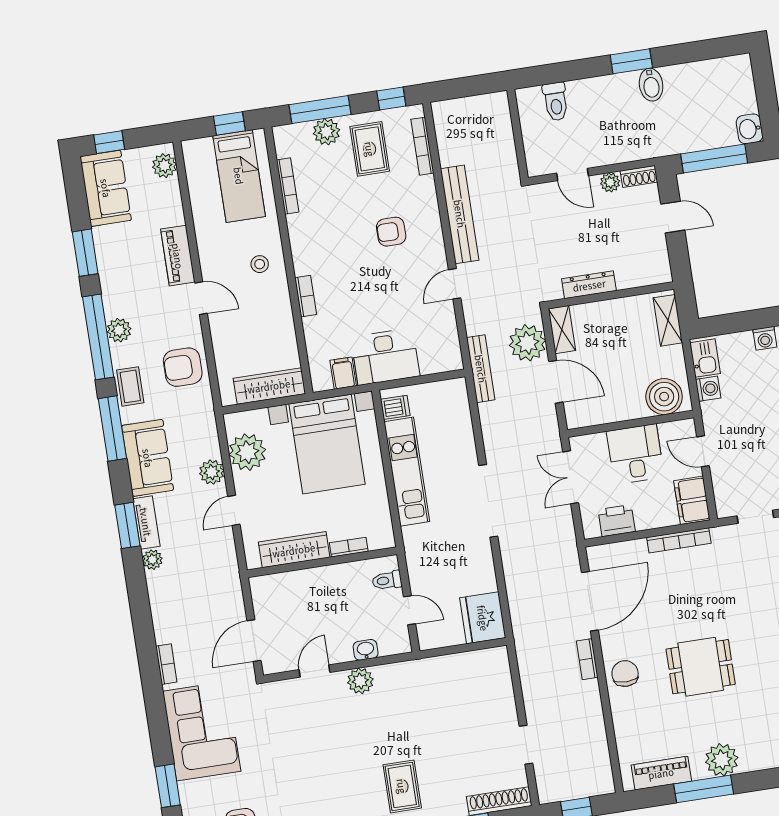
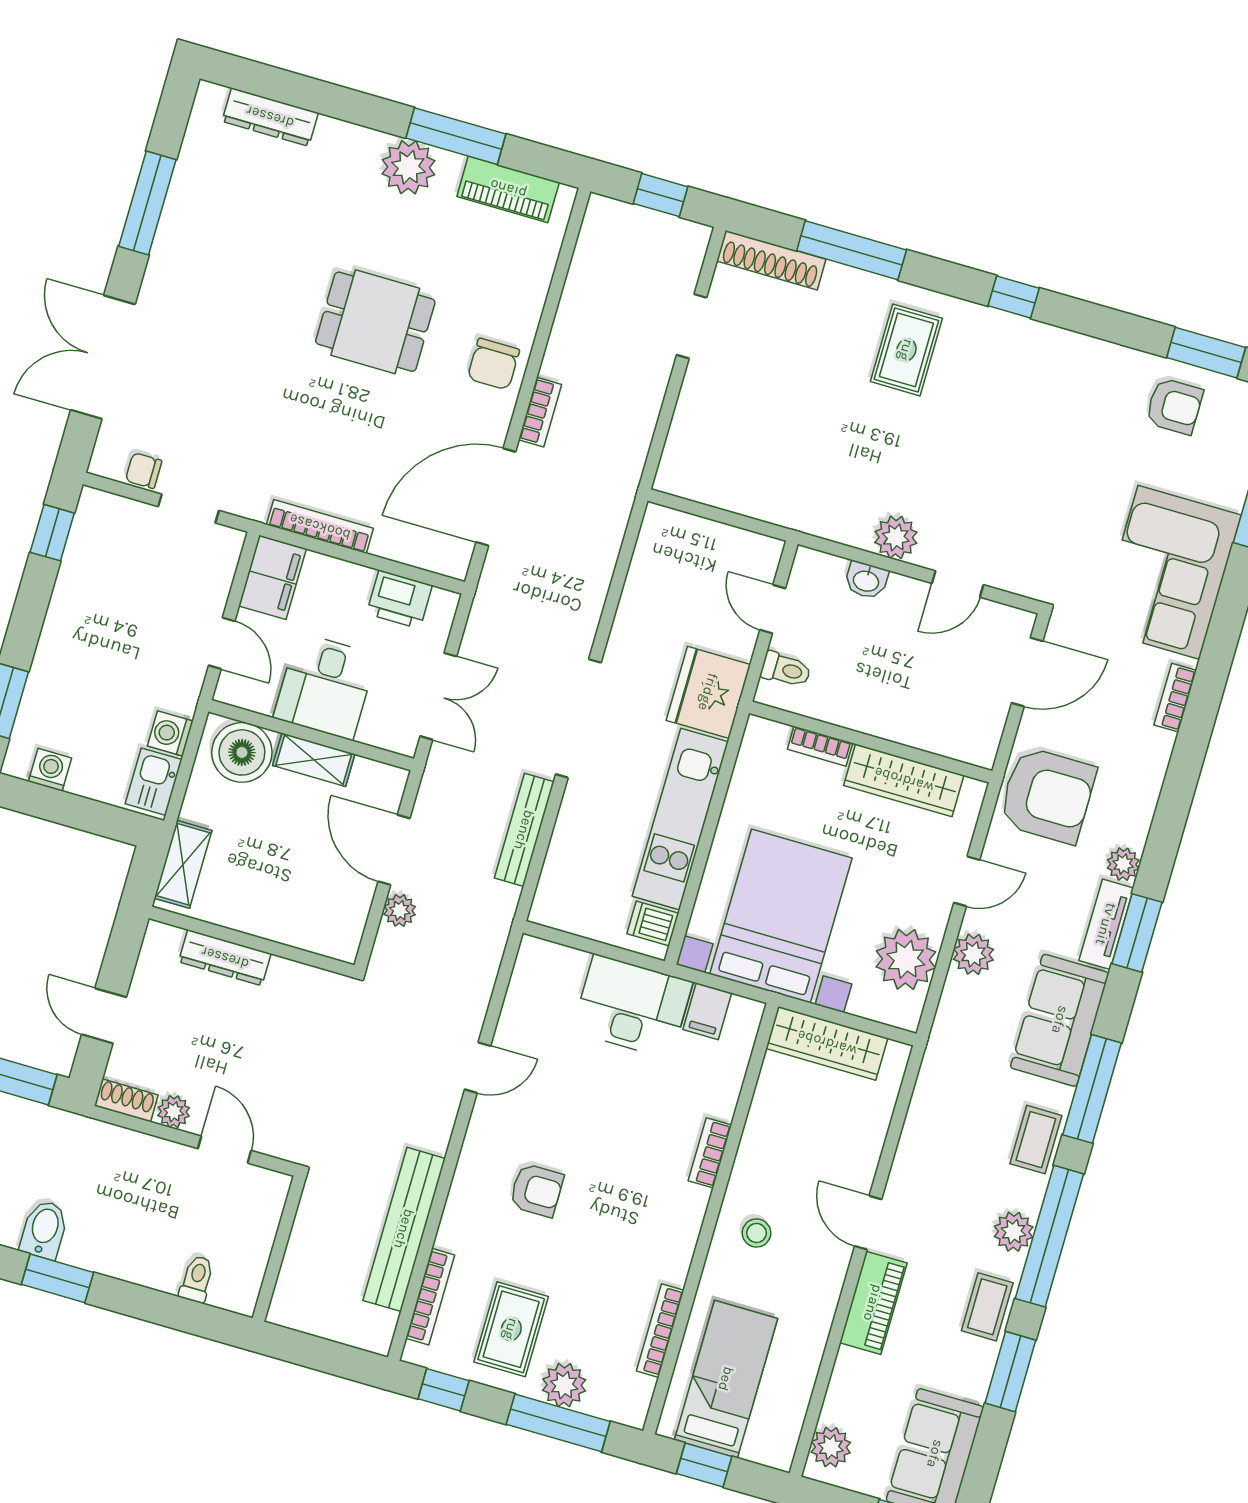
toilet: (556, 102) -> (197, 1279), width x0.73, depth x0.72
bench: (460, 214) -> (404, 1229), moved
coffee table: (114, 282) -> (987, 1307), added
dresser: (589, 285) -> (225, 958), moved
shelving: (562, 330) -> (314, 760), moved, turned 90
plant: (527, 343) -> (400, 910), width x0.53, depth x0.53
armchair: (183, 367) -> (1047, 795), moved, width x1.36, depth x1.36
bench: (481, 369) -> (524, 830), moved
fridge: (483, 618) -> (708, 692), moved, turned 180

